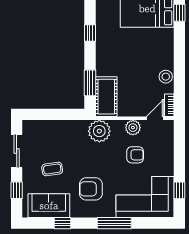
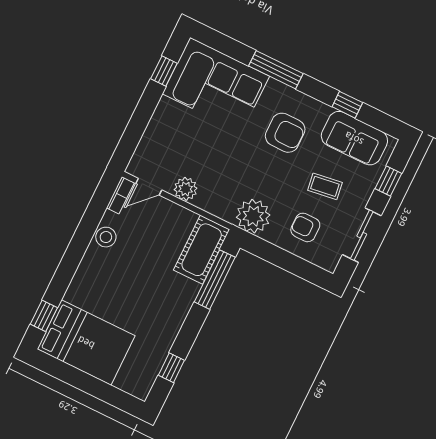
window: (90, 33) -> (171, 368), moved
window: (90, 83) -> (215, 280), width x1.44
plant: (99, 131) -> (253, 216), moved
armchair: (135, 155) -> (305, 227), moved

